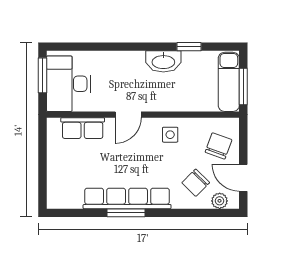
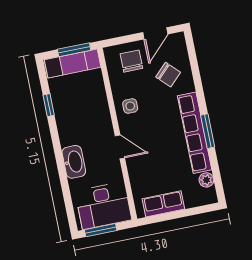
washbasin: (163, 61) -> (74, 162), moved
row of seats: (83, 128) -> (163, 204), moved, turned -90
chair: (218, 146) -> (131, 61), turned 70
plant: (220, 201) -> (206, 180), moved

